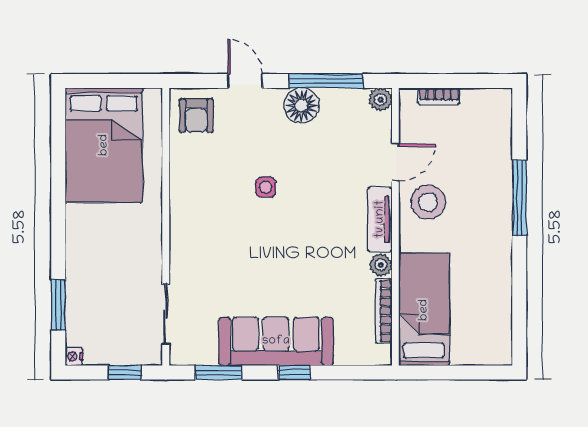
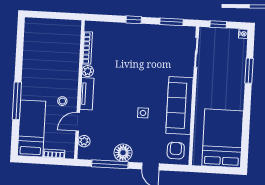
plant: (380, 100) -> (84, 141), moved
stool: (428, 202) -> (62, 101), width x0.53, depth x0.53
window: (58, 305) -> (249, 71), moved
bed: (424, 310) -> (31, 128), moved, turned 180
sofa: (276, 341) -> (180, 106), moved, turned 90

